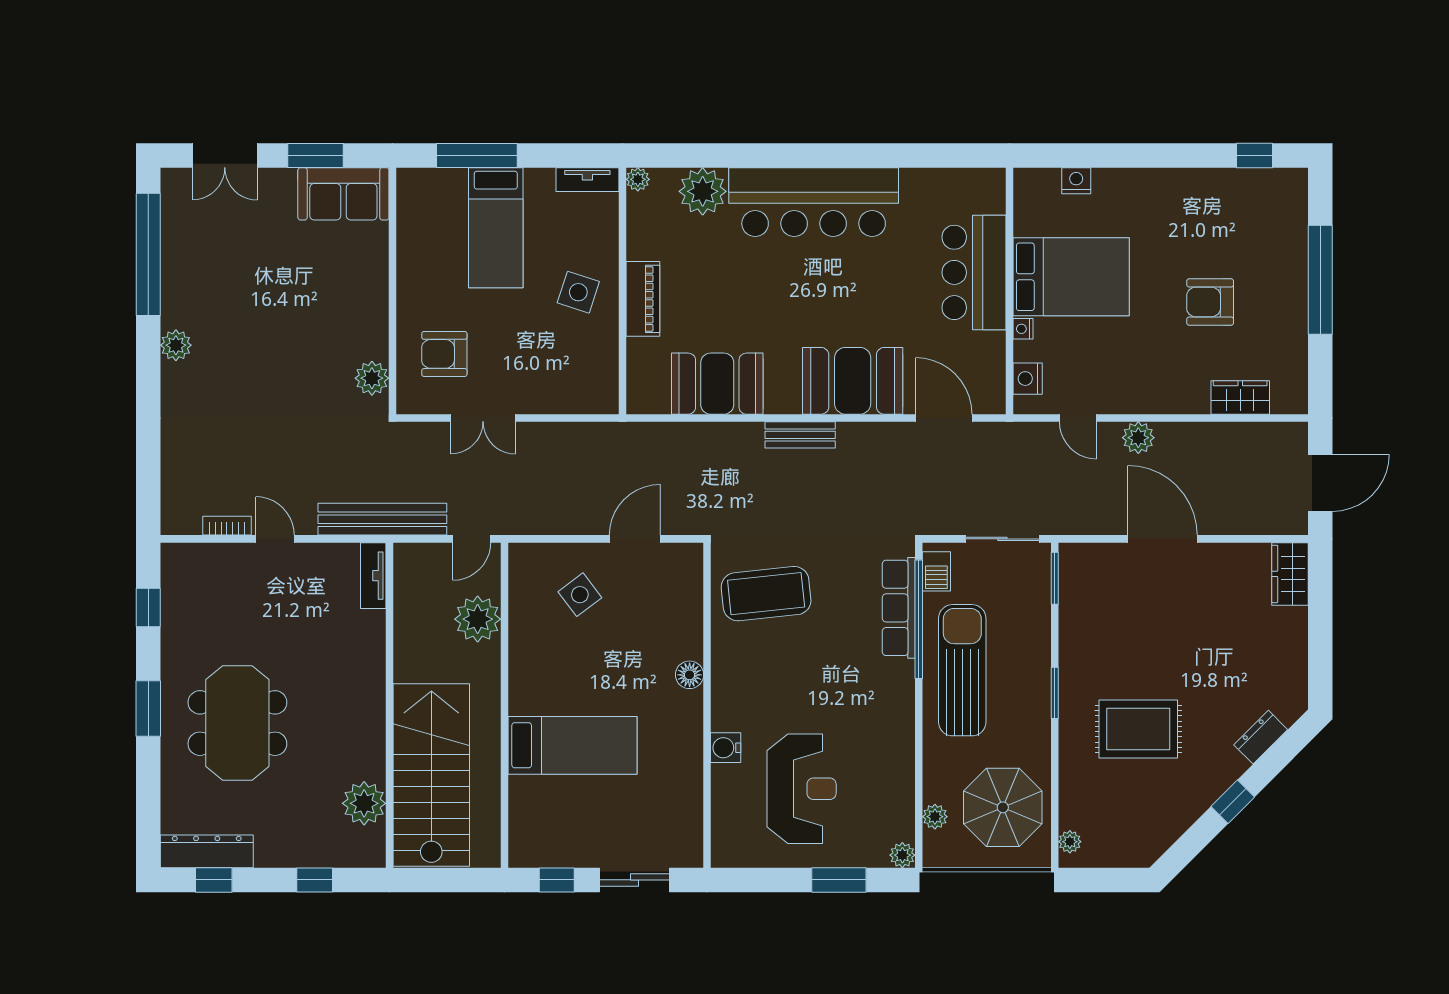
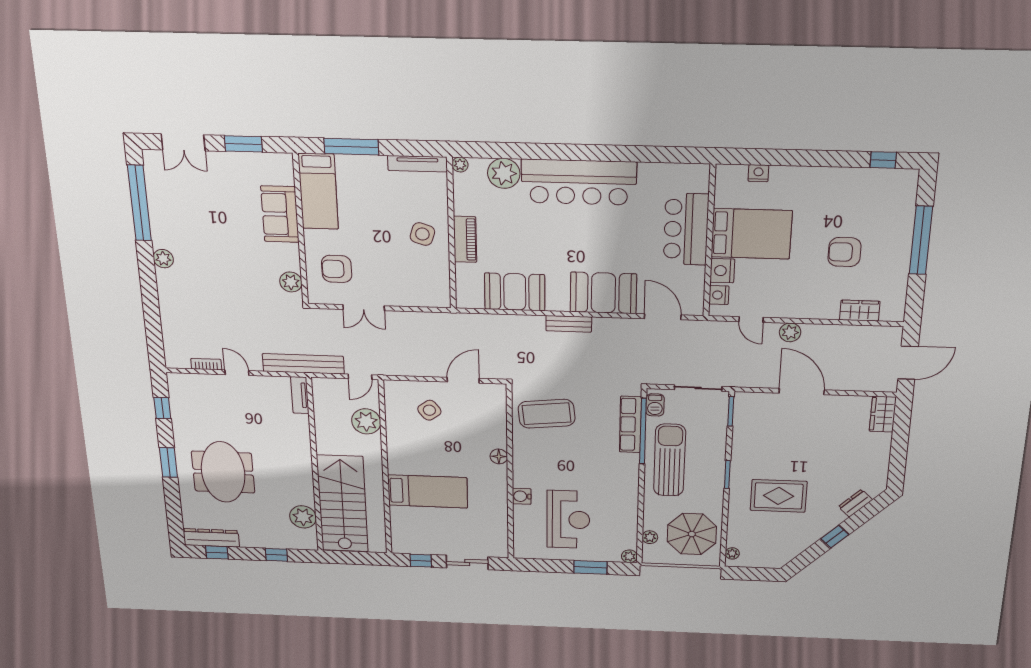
tv unit: (587, 180) -> (417, 164), width x1.41
sofa: (343, 194) -> (280, 214), moved, turned 90
bed: (496, 228) -> (318, 191), moved
nightstand: (1023, 329) -> (722, 271), width x1.89, depth x1.79

